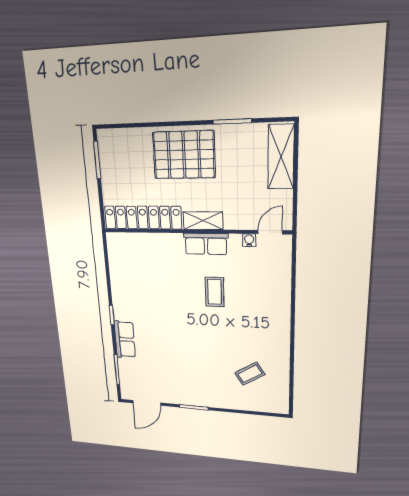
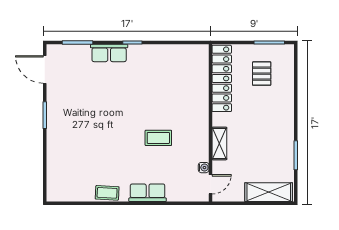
pallet: (184, 155) -> (262, 74), moved, width x0.49, depth x0.50
shelving: (203, 221) -> (219, 143), moved
door: (270, 232) -> (210, 184), hinge flipped
row of seats: (206, 244) -> (148, 193), moved, turned 90
coffee table: (250, 374) -> (107, 193), moved, turned -55

